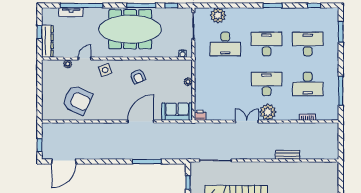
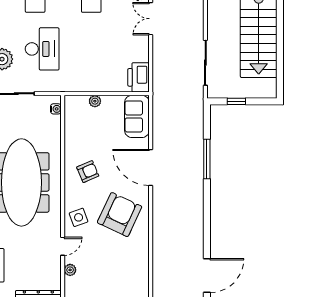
door: (85, 59) -> (63, 246), swing flipped
armchair: (77, 100) -> (120, 215), moved
printer: (200, 115) -> (139, 77), width x1.87, depth x1.48
door: (64, 162) -> (207, 276), hinge flipped

